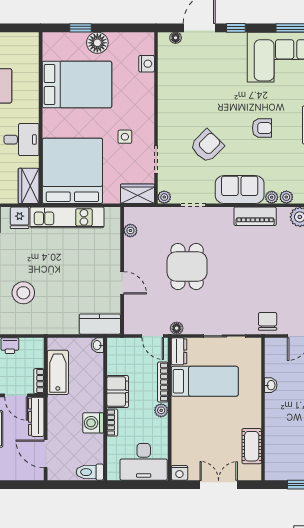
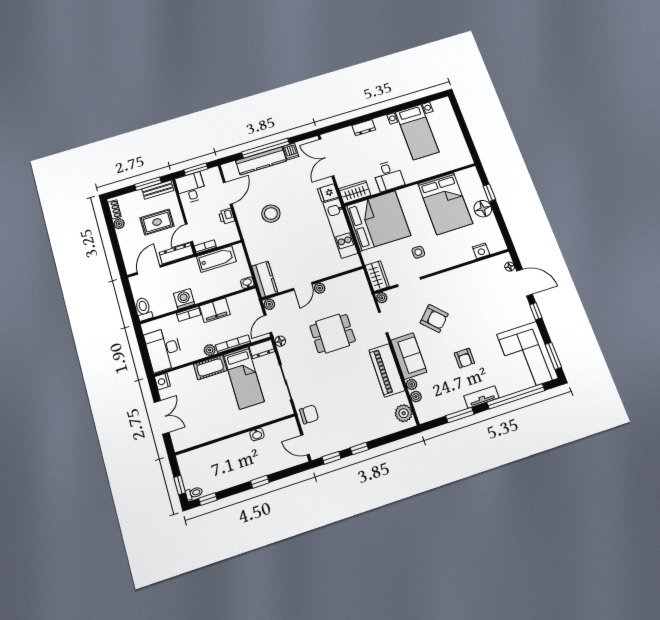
piano: (255, 216) -> (387, 370), width x1.37, depth x1.33
plant: (130, 230) -> (320, 288), moved
plant: (131, 328) -> (269, 304), added
cot: (252, 446) -> (210, 367), moved

